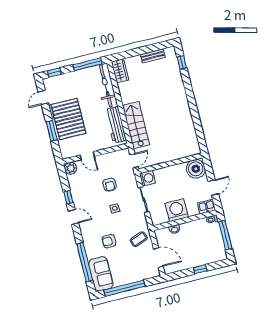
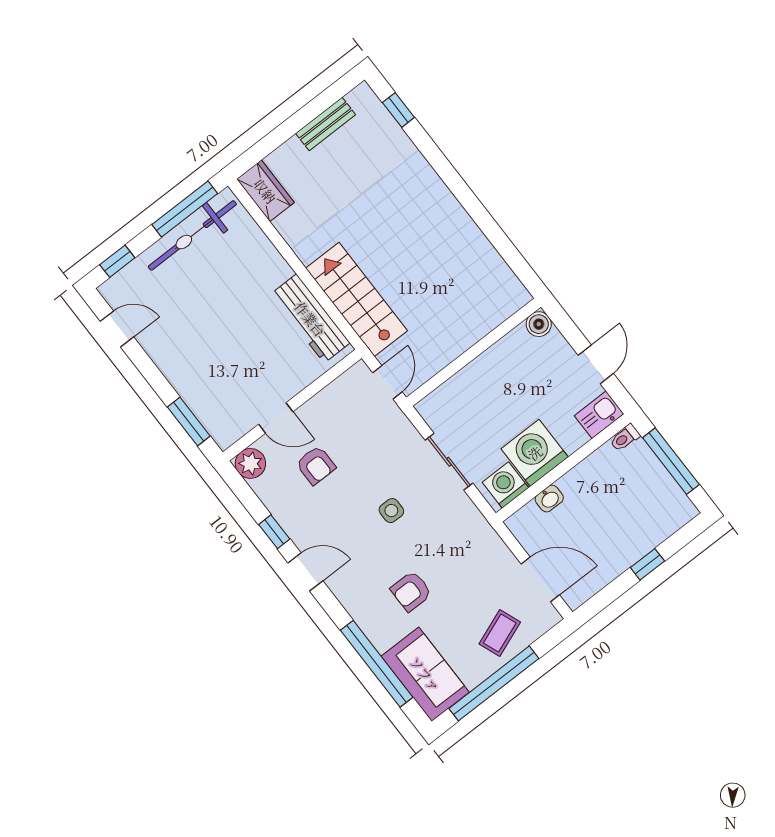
bicycle: (106, 86) -> (192, 235), moved, turned -90
door: (43, 97) -> (117, 329), swing flipped
pallet: (68, 119) -> (196, 353), removed
window: (52, 131) -> (189, 422), moved
boiler: (196, 169) -> (539, 324), width x0.54, depth x0.54
washing machine: (147, 178) -> (505, 485), moved, turned -90
armchair: (110, 185) -> (316, 465), moved
coffee table: (139, 239) -> (500, 633), moved

